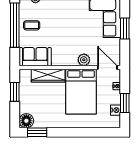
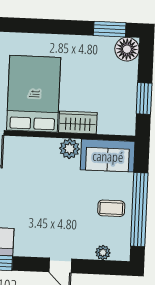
plant: (84, 60) -> (69, 149), moved
wardrobe: (48, 76) -> (78, 122), width x0.67

